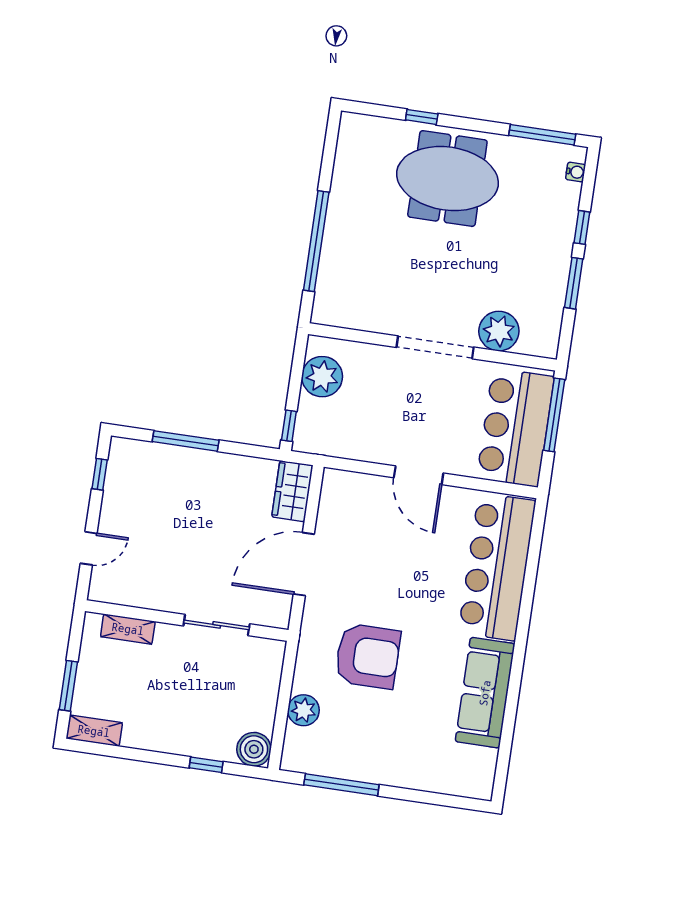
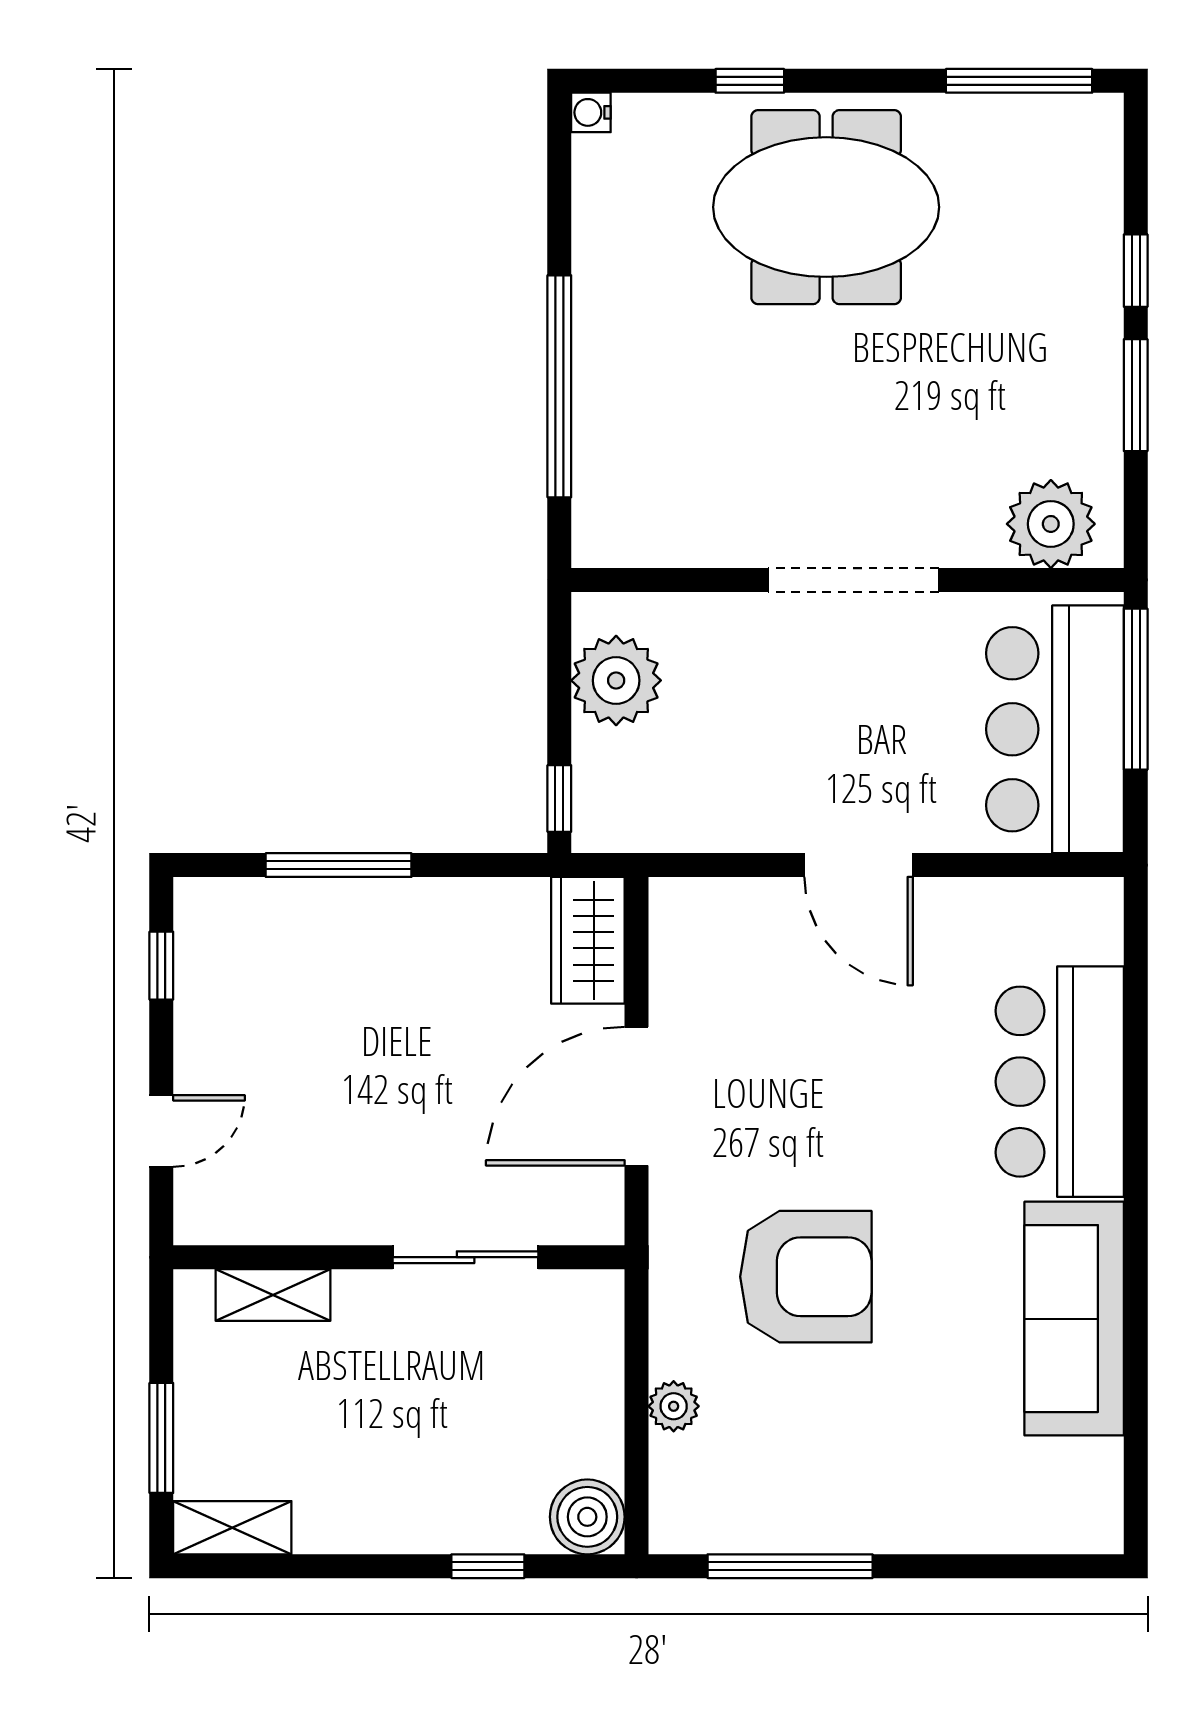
water cooler: (576, 172) -> (591, 112), moved, turned 180
plant: (499, 331) -> (1051, 524), moved
bar counter: (497, 567) -> (1060, 1082), width x0.73
plant: (303, 710) -> (674, 1406), width x0.73, depth x0.73

